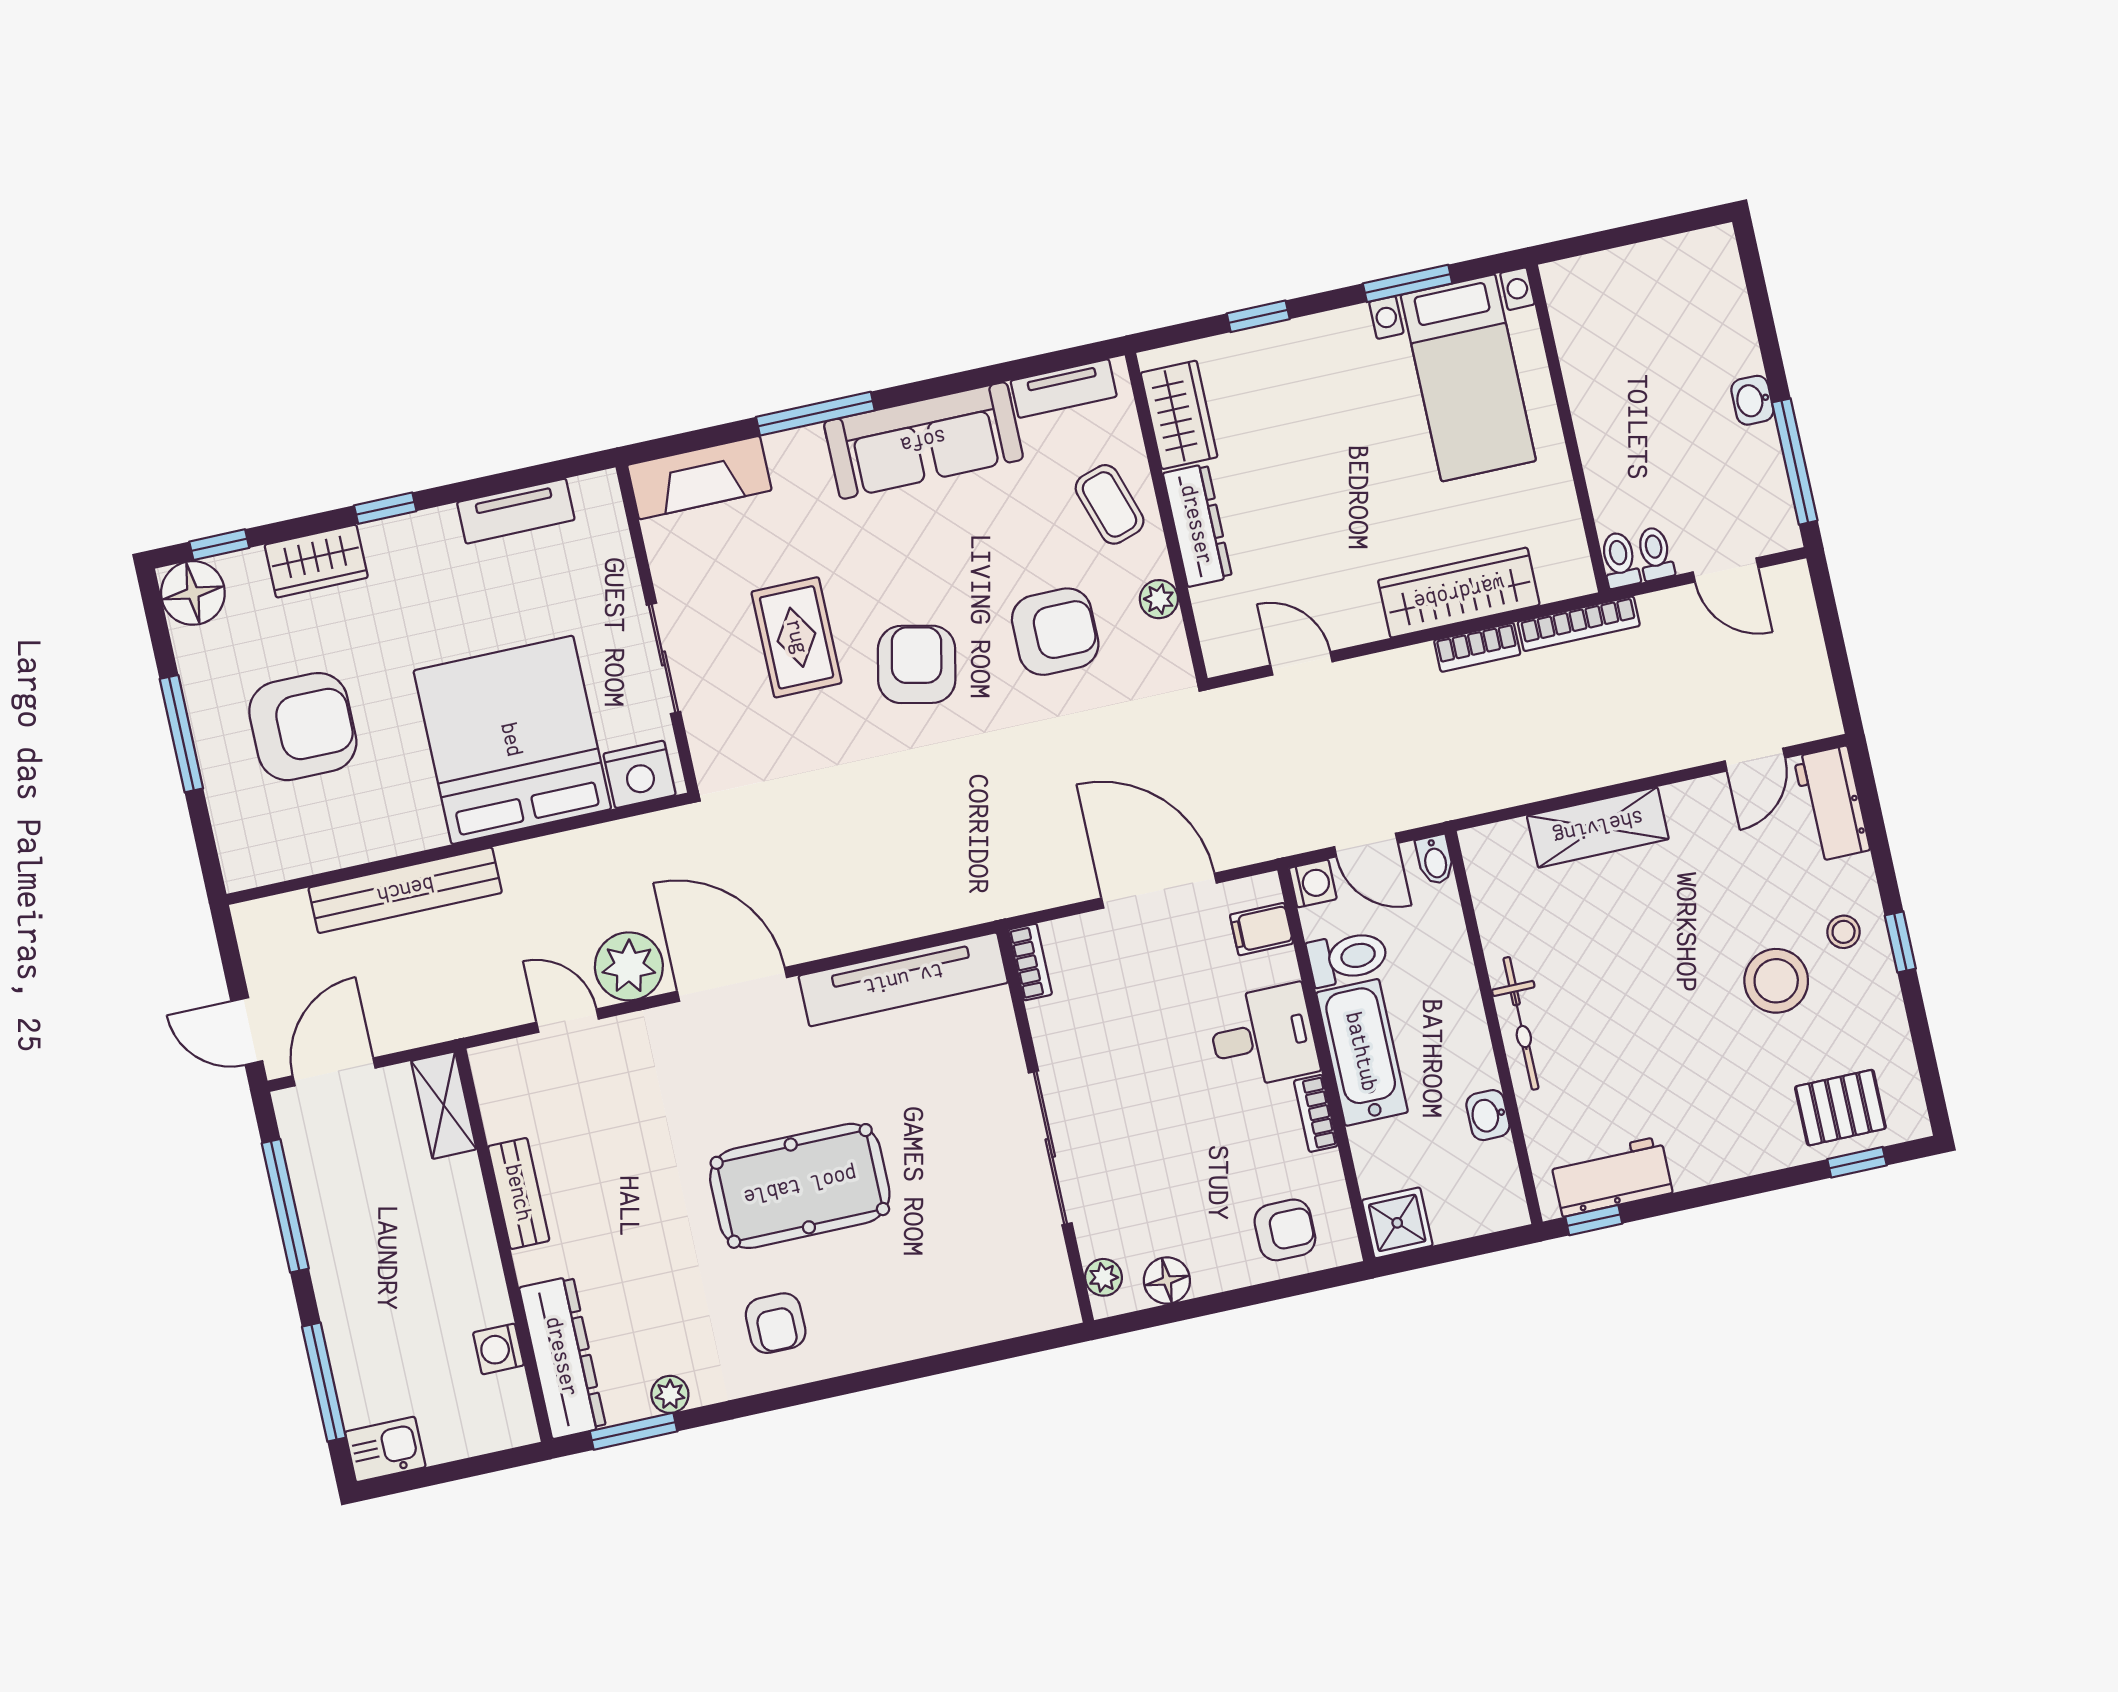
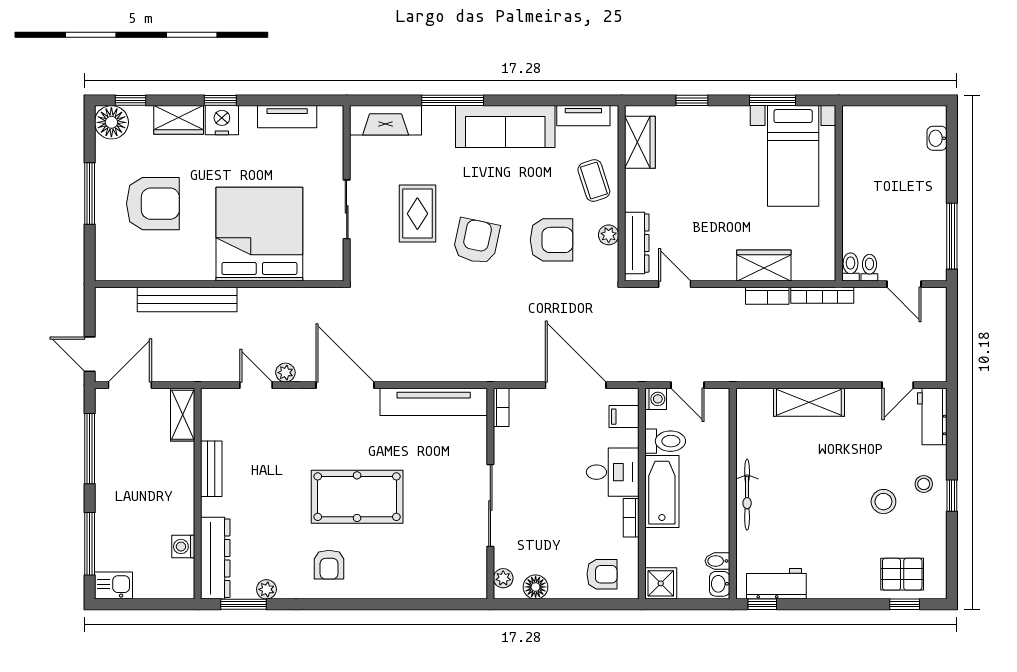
washbasin: (1752, 400) -> (937, 138), moved
dresser: (1197, 525) -> (637, 243), moved
wardrobe: (1459, 593) -> (764, 266), width x0.67
nightstand: (640, 774) -> (222, 120), moved, turned 180
bidet: (1435, 860) -> (717, 561), moved, turned 90
plant: (629, 966) -> (285, 373), width x0.53, depth x0.53
stool: (1776, 981) -> (883, 502), width x0.73, depth x0.73
washbasin: (1488, 1115) -> (720, 584), moved

